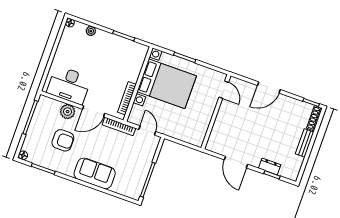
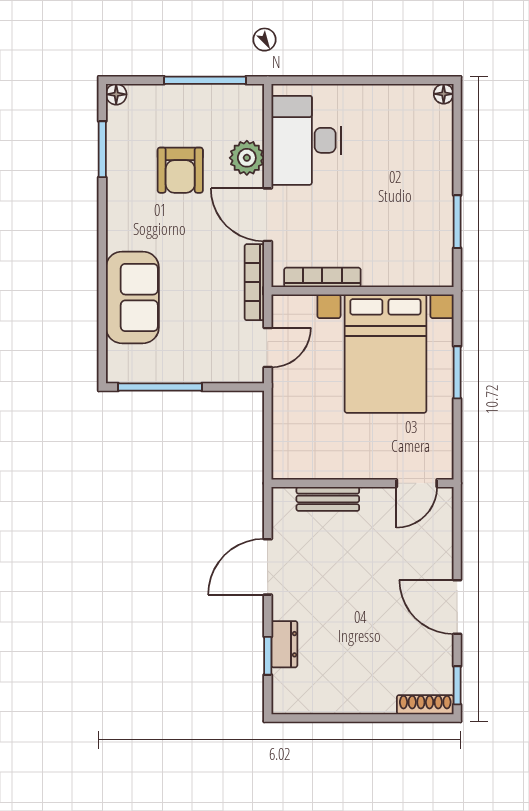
plant: (91, 31) -> (442, 146), removed
door: (269, 87) -> (457, 607), moved
bench: (305, 143) -> (328, 499), moved
sofa: (95, 173) -> (132, 297), moved

